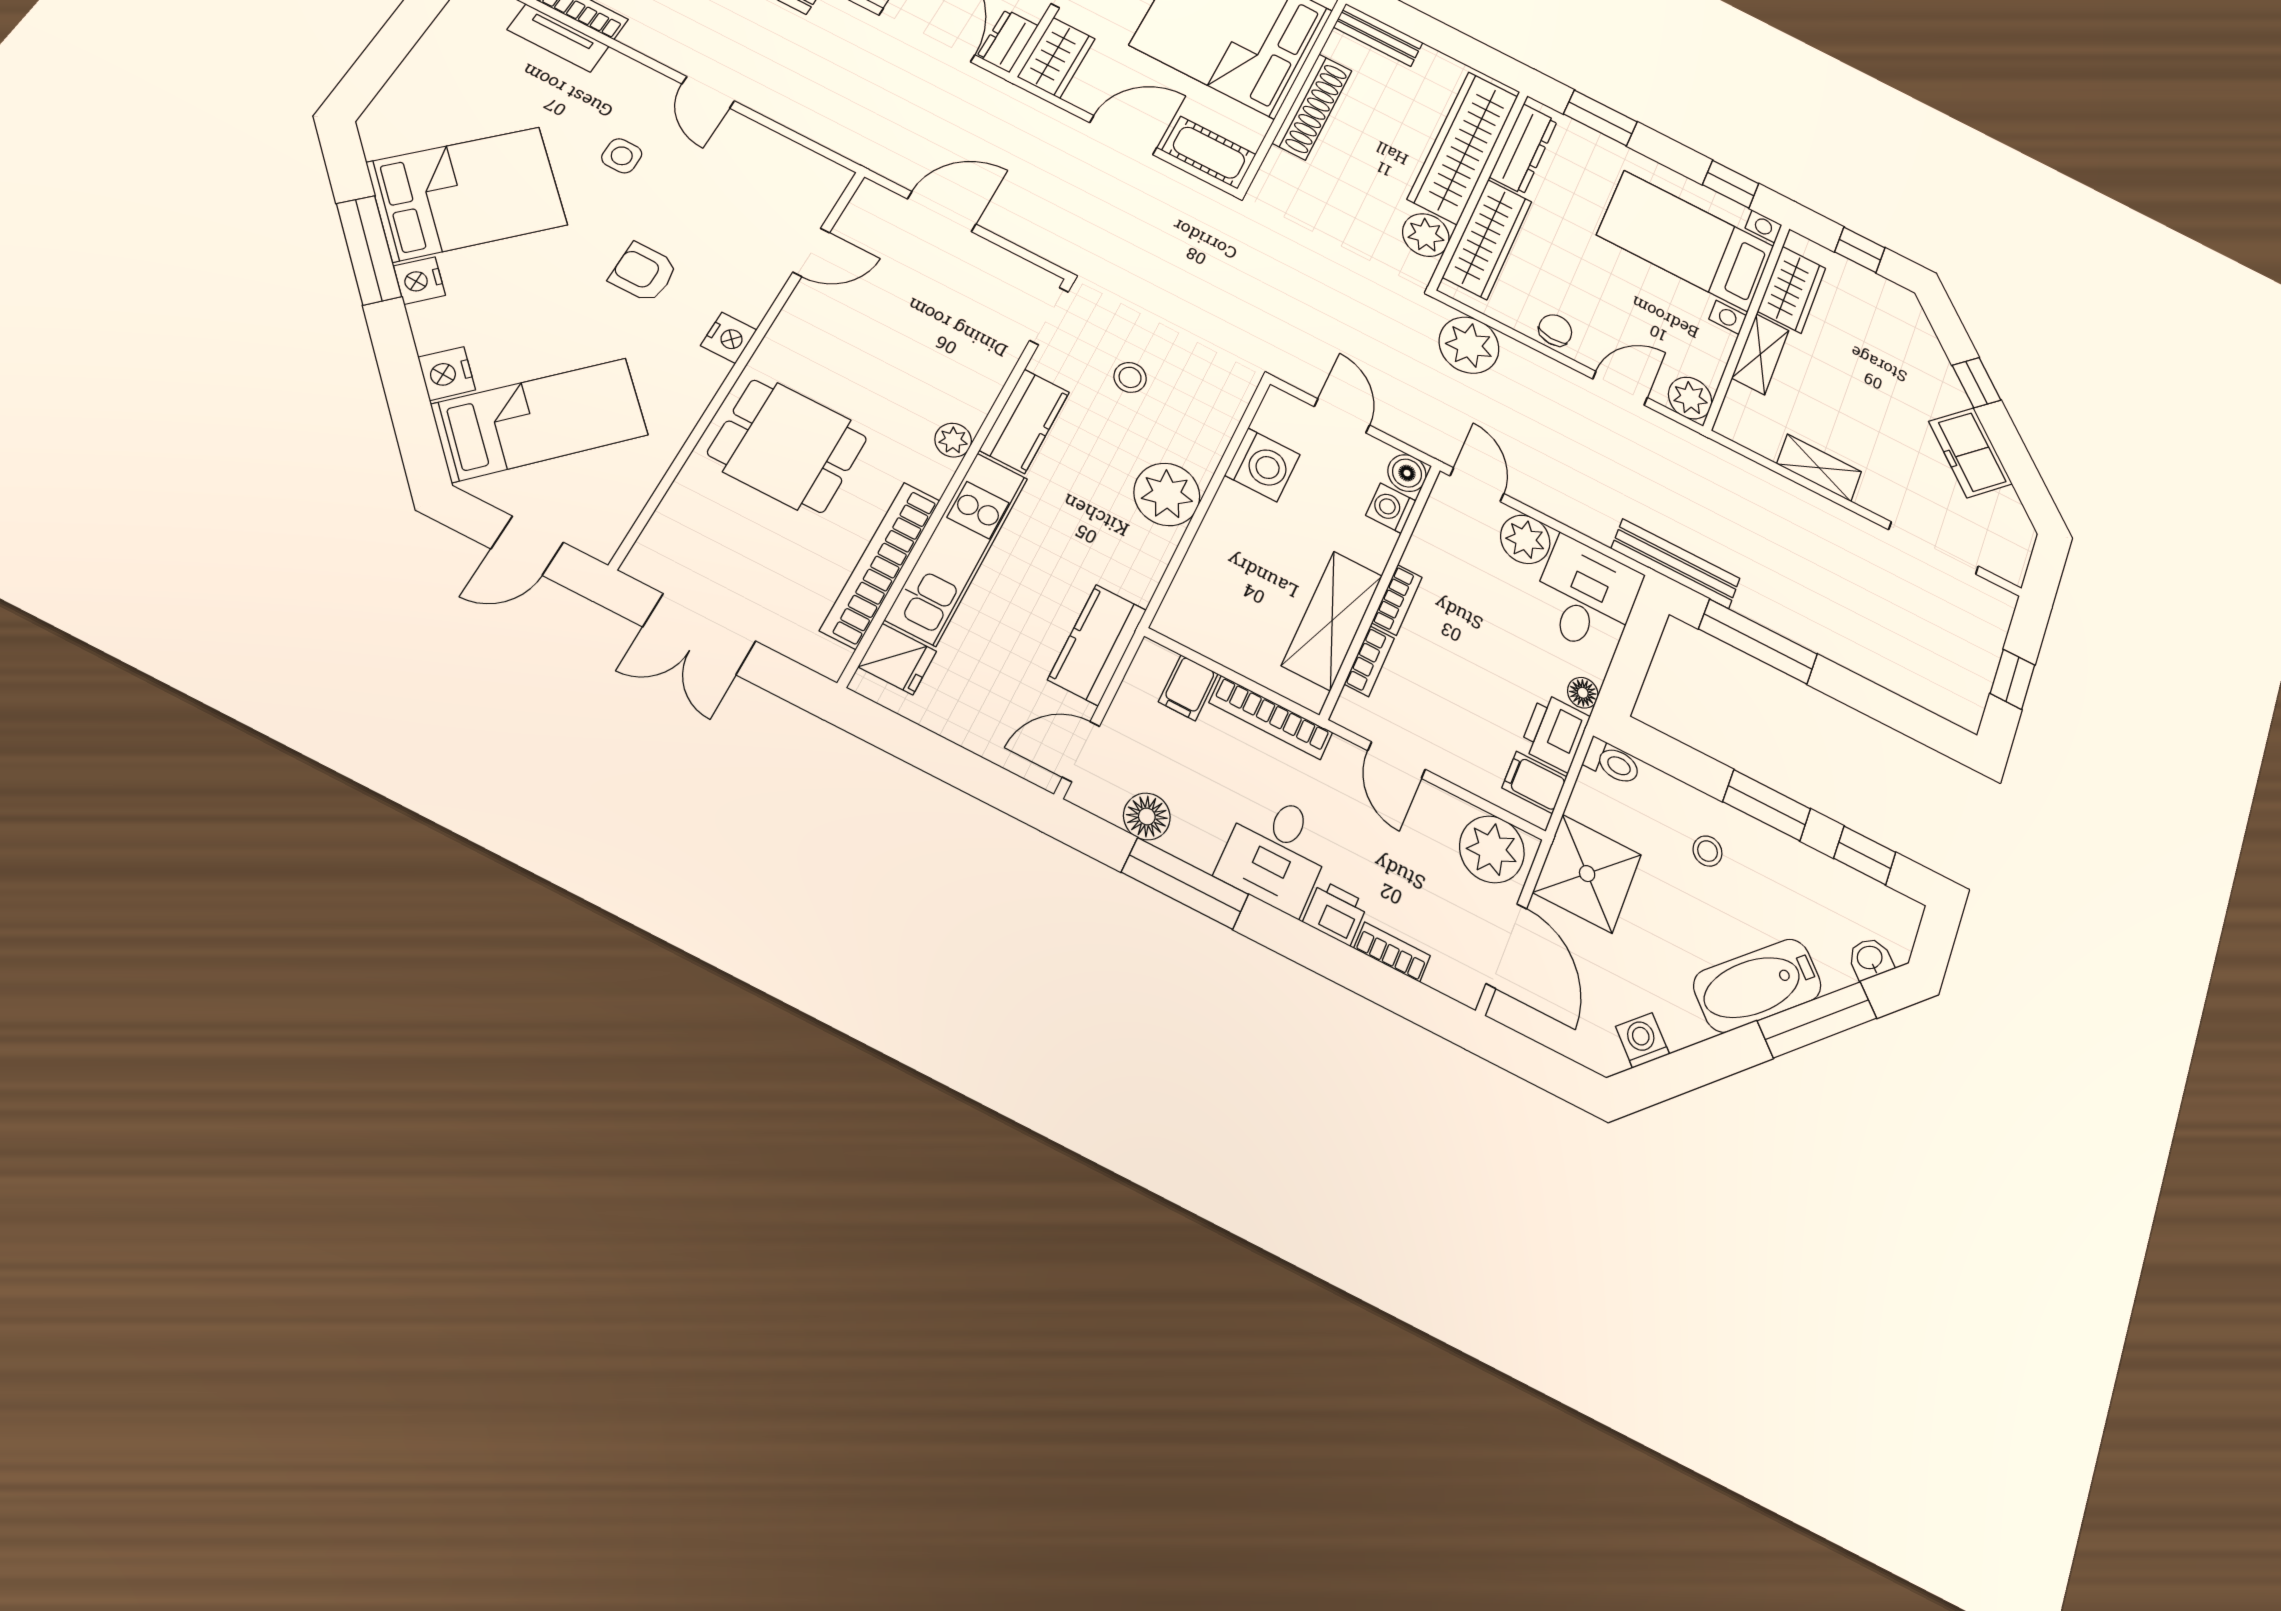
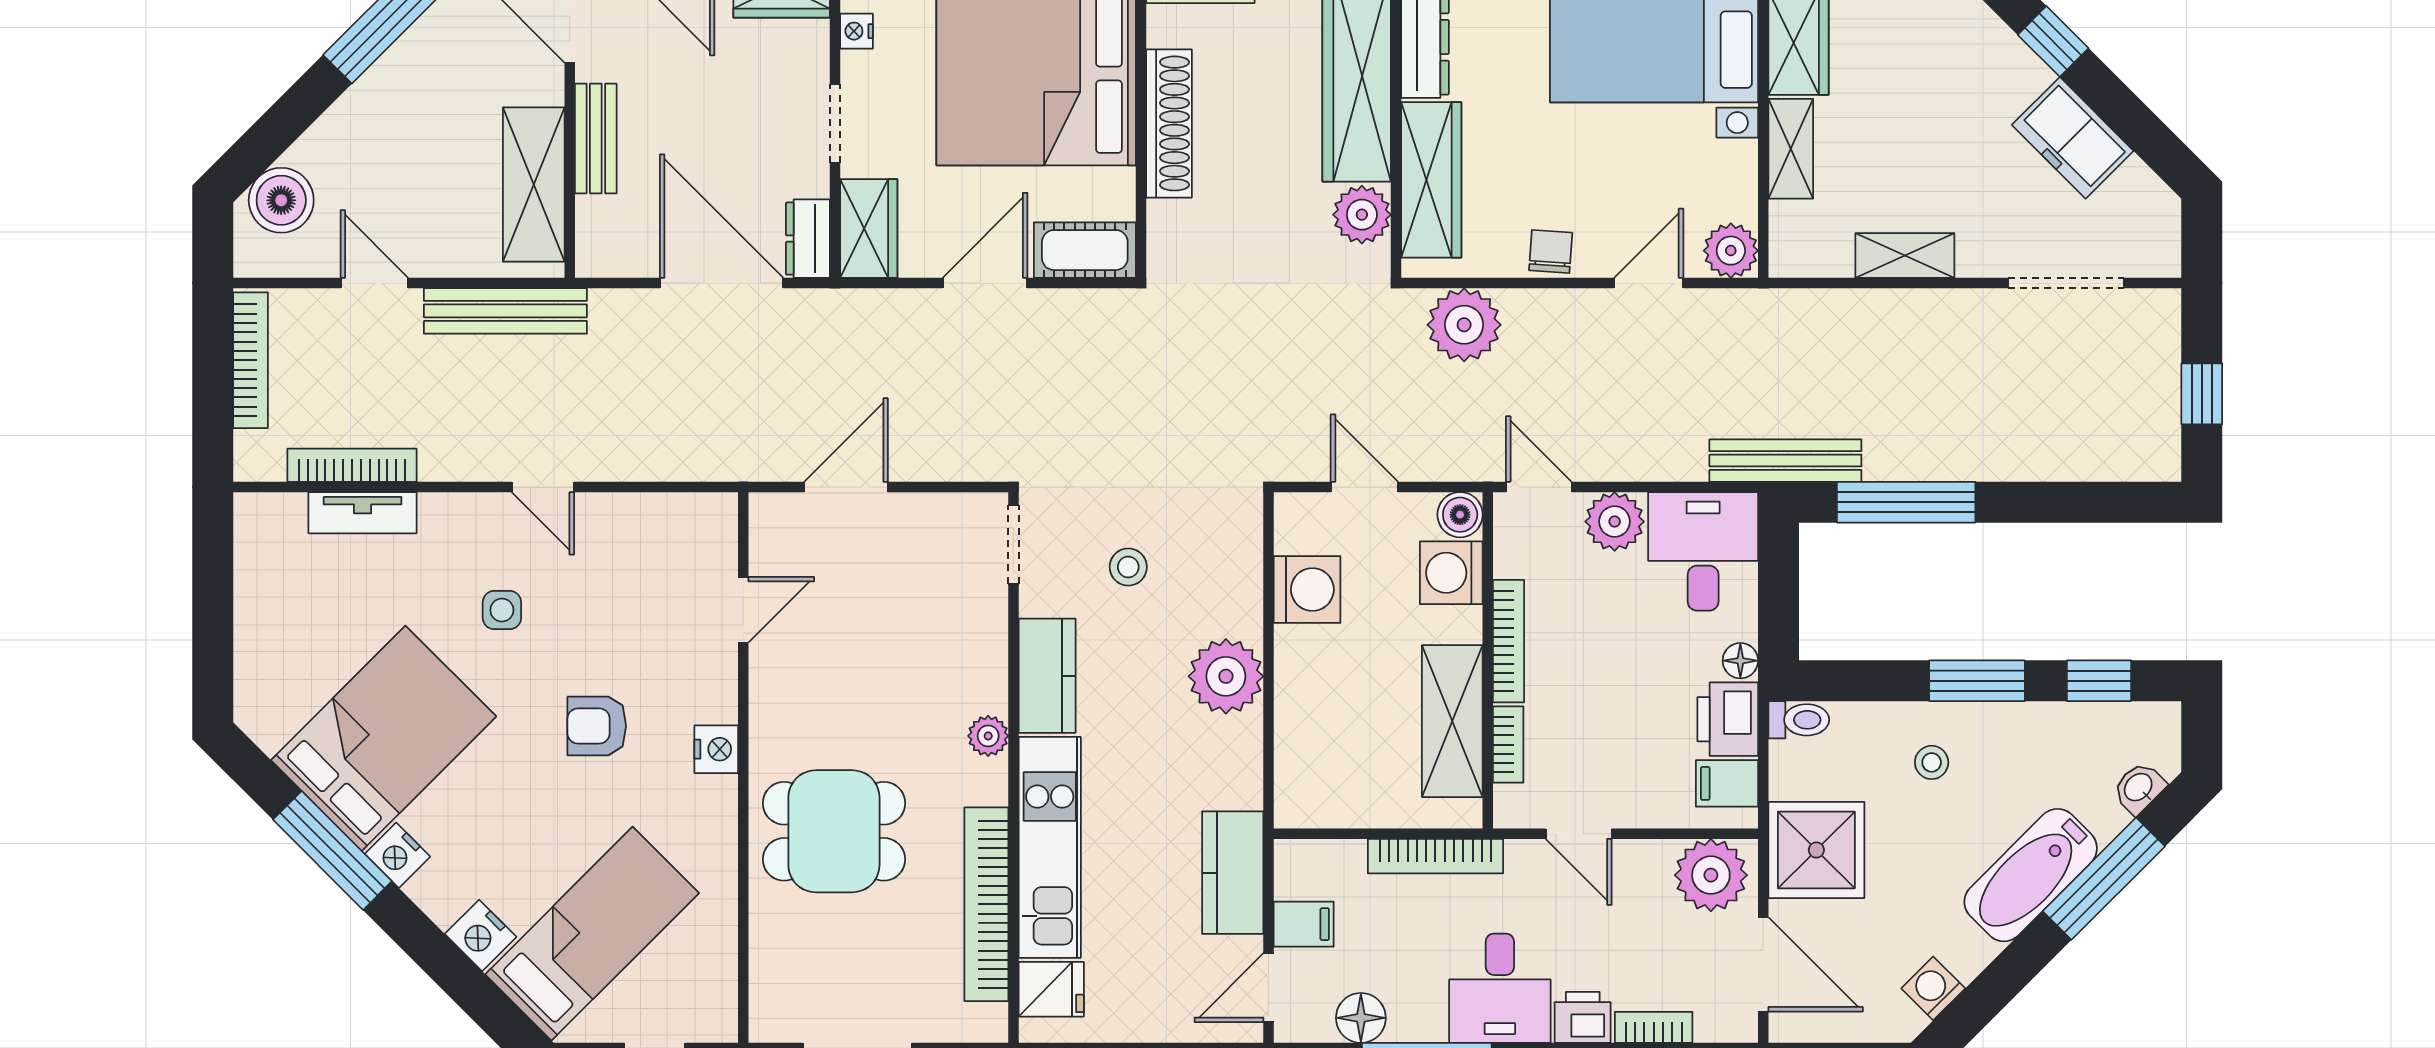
washing machine: (1391, 508) -> (1451, 573), width x1.38, depth x1.38
bookcase: (1397, 600) -> (1509, 641), width x1.56
filing cabinet: (1188, 688) -> (1304, 924), moved, turned -90

